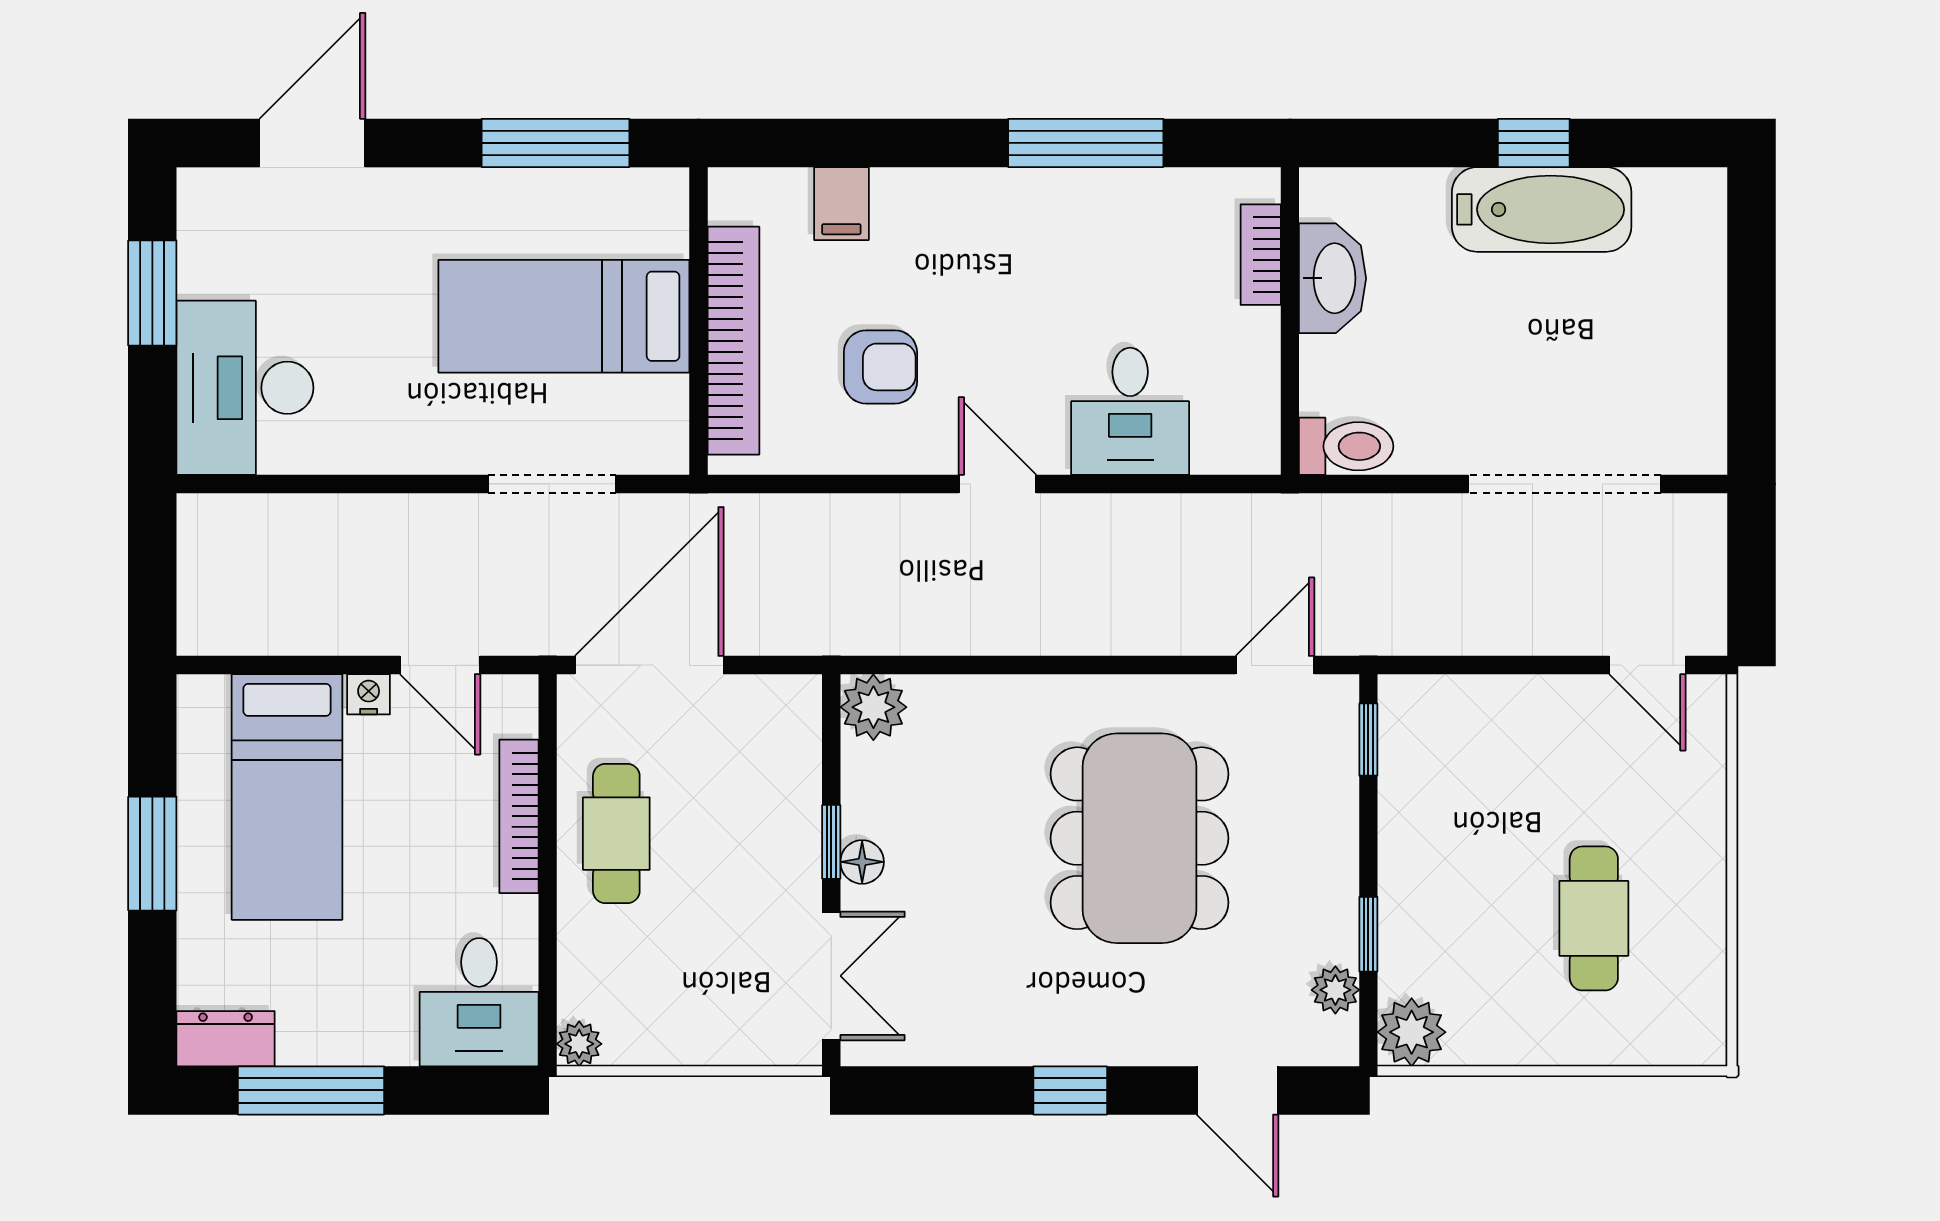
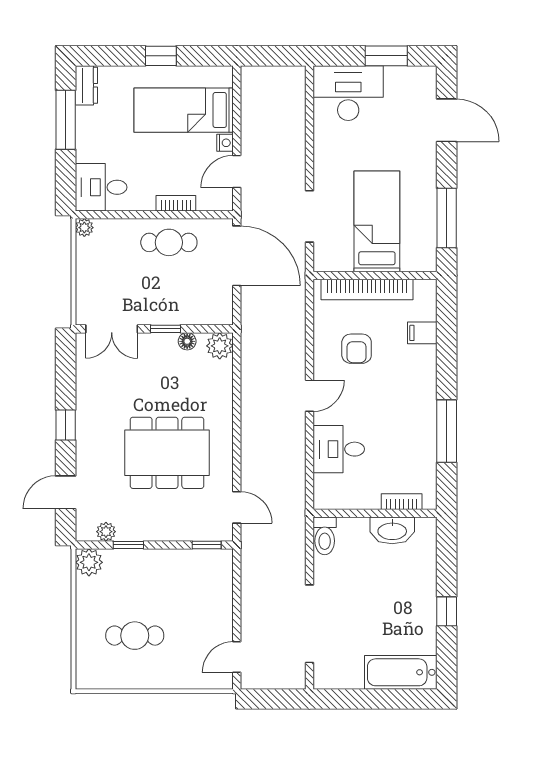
bathtub: (1542, 209) -> (401, 672), moved, turned 90
bookcase: (519, 816) -> (176, 203), width x0.64
window: (152, 854) -> (161, 56), width x0.67
floor lamp: (862, 862) -> (187, 341), moved

